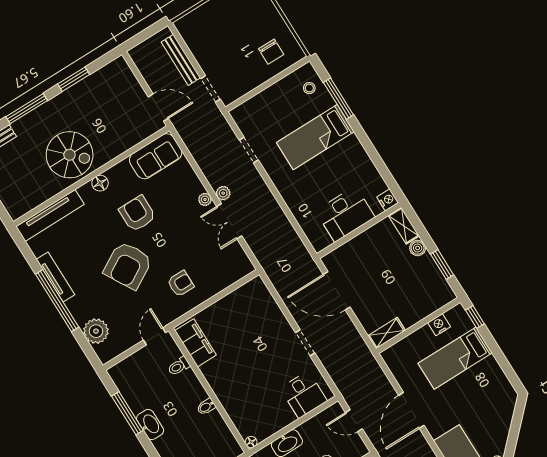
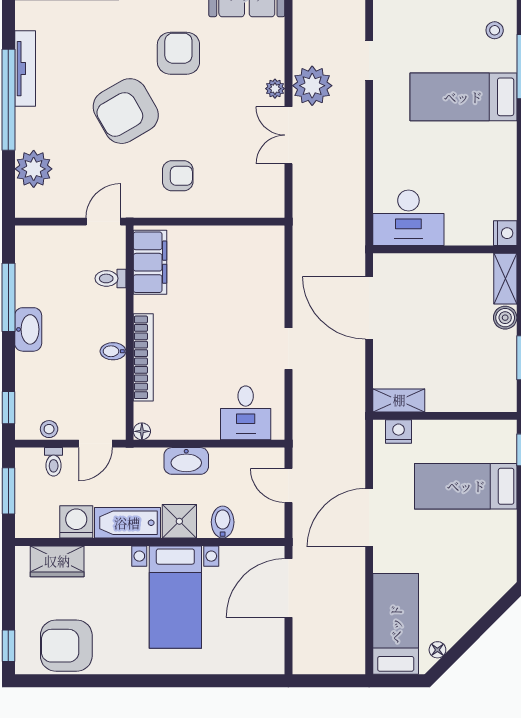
plant: (223, 193) -> (312, 86), width x1.87, depth x1.87
desk: (345, 214) -> (408, 218), moved
nightstand: (439, 325) -> (399, 431), moved
bookcase: (226, 399) -> (143, 357), added

